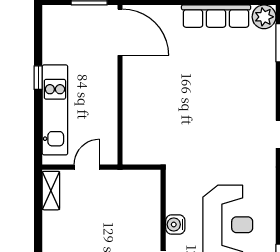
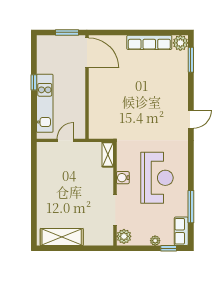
shelving: (51, 191) -> (108, 154), moved

